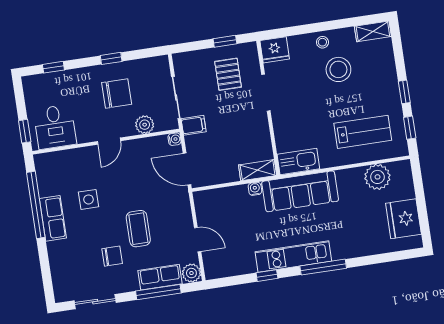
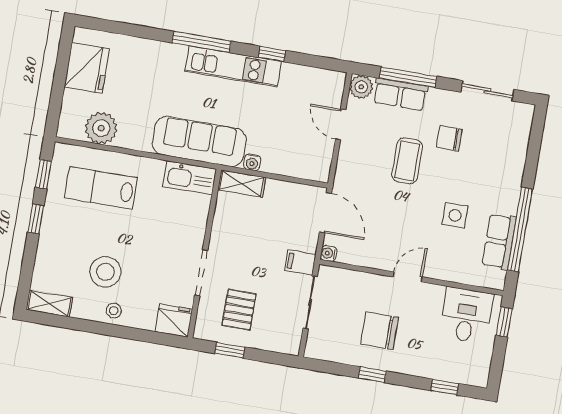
plant: (145, 125) -> (358, 282), removed
row of seats: (53, 218) -> (499, 242), moved

